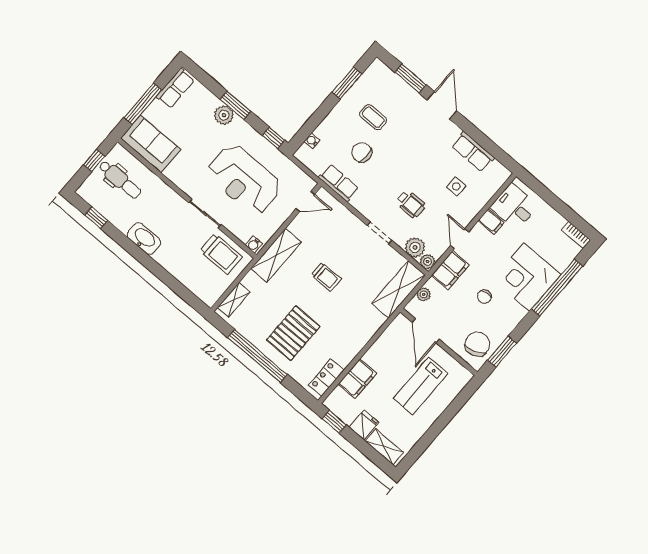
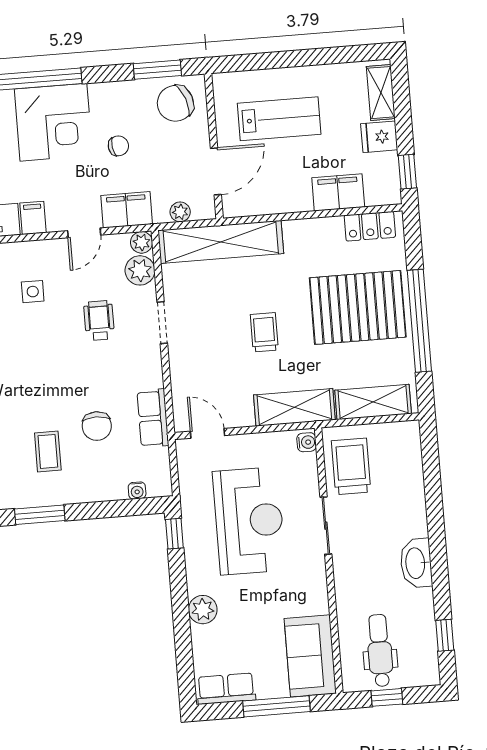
window: (235, 105) -> (180, 608), removed
shelving: (399, 289) -> (221, 242), width x1.47
shelving: (234, 300) -> (373, 402), width x1.50, depth x1.33
pallet: (293, 333) -> (358, 307), width x1.37, depth x1.41

